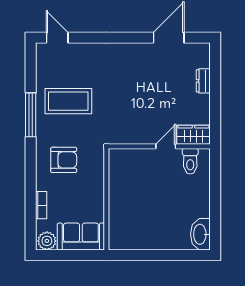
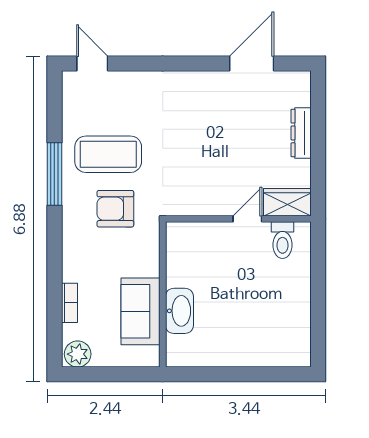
dresser: (203, 81) -> (301, 133), width x1.44
armchair: (64, 160) -> (115, 209), moved, turned 180
washbasin: (200, 234) -> (179, 311), moved, turned 180
sofa: (81, 237) -> (140, 311), moved, turned -90

